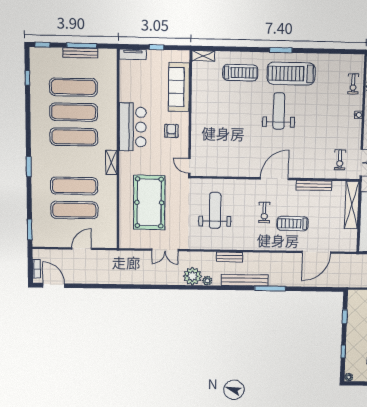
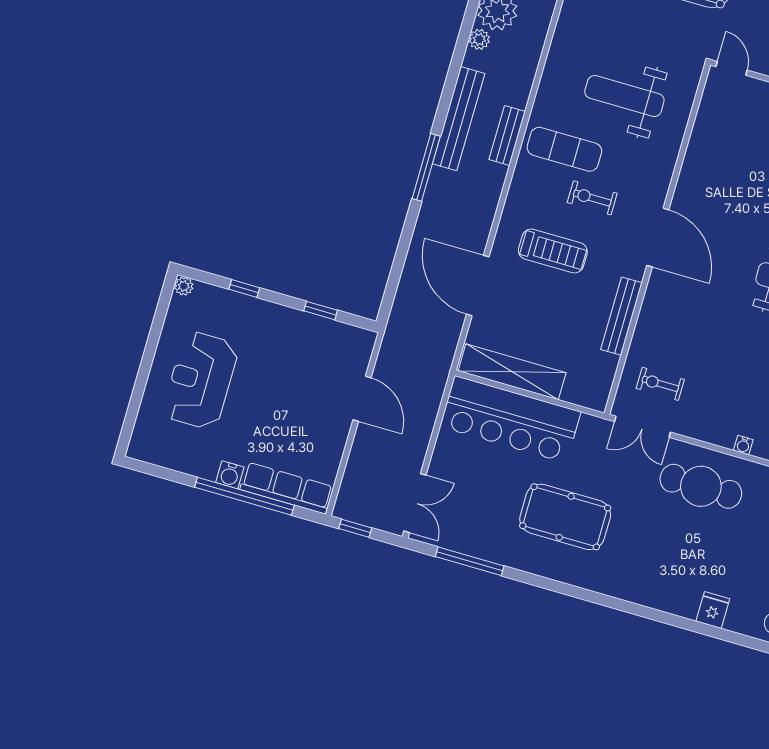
door: (189, 166) -> (732, 68), hinge flipped
shelving: (352, 205) -> (512, 372), moved
weight bench: (215, 210) -> (624, 96), turned 180
treadmill: (293, 224) -> (553, 251), turned 90
exercise mat: (246, 231) -> (564, 149), added
bench: (229, 257) -> (507, 135), moved

